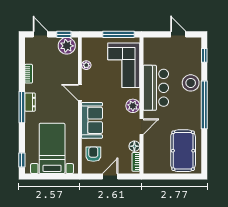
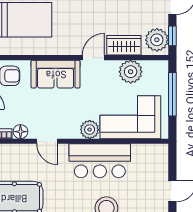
window: (119, 34) -> (172, 94), moved
plant: (86, 65) -> (131, 72), width x1.88, depth x1.88
wardrobe: (71, 70) -> (124, 45), added
plant: (133, 106) -> (90, 130), moved

